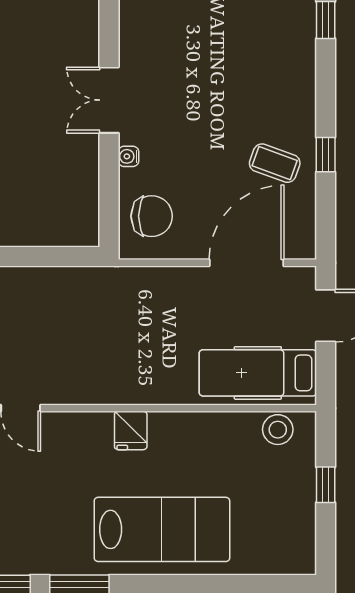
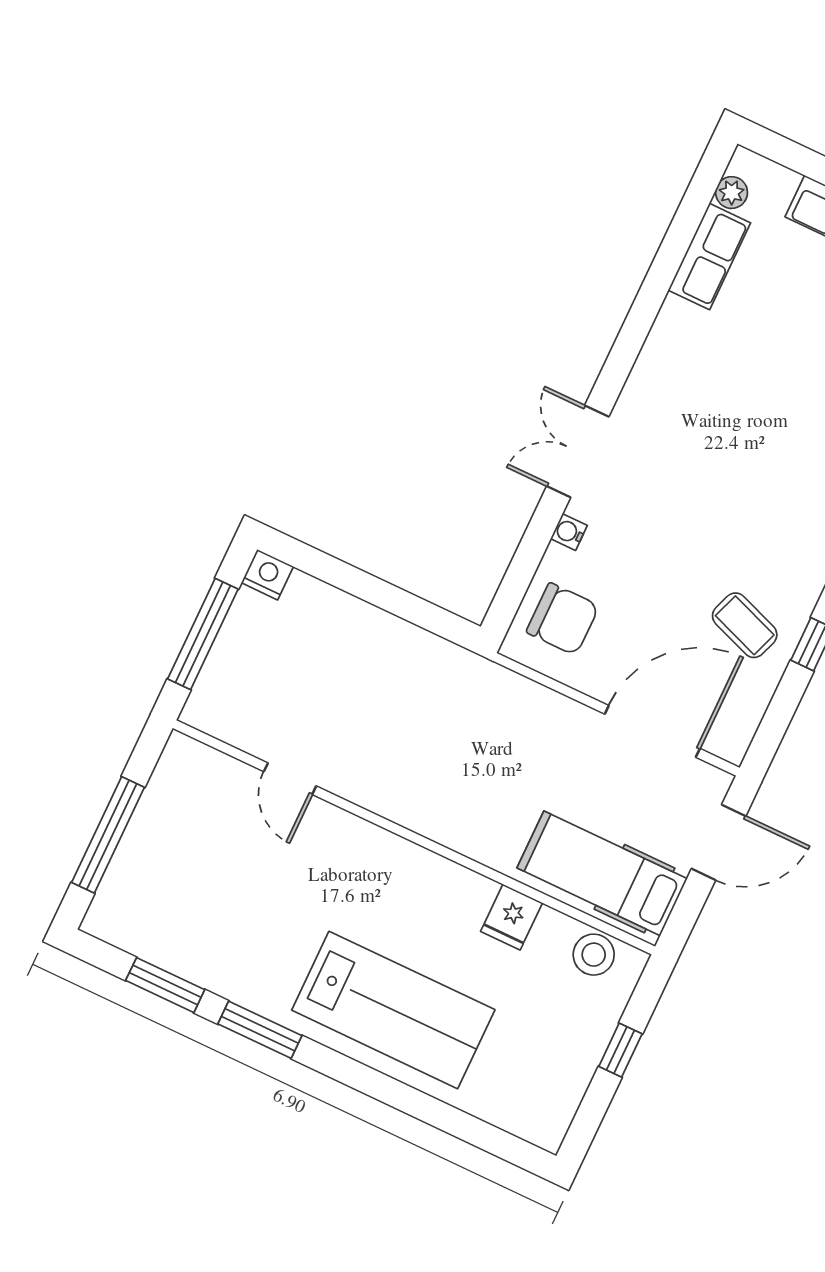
fridge: (131, 431) -> (511, 917), moved

